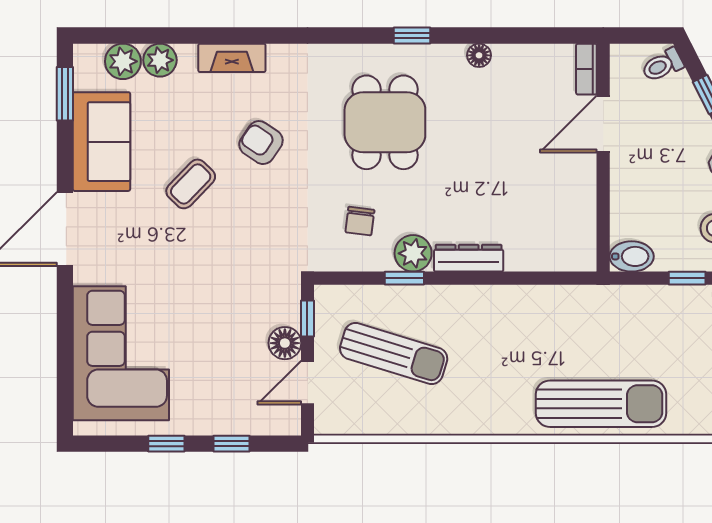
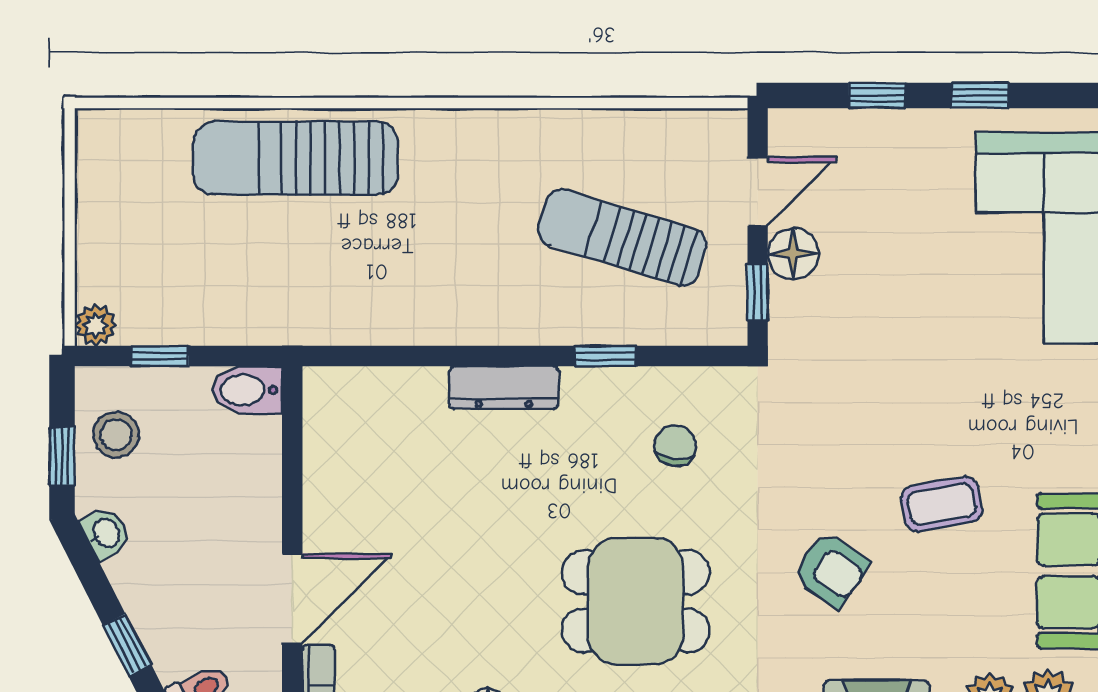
dining table: (385, 122) -> (636, 601), turned 90
coffee table: (191, 184) -> (942, 504), turned 36
plant: (413, 253) -> (591, 395), removed

